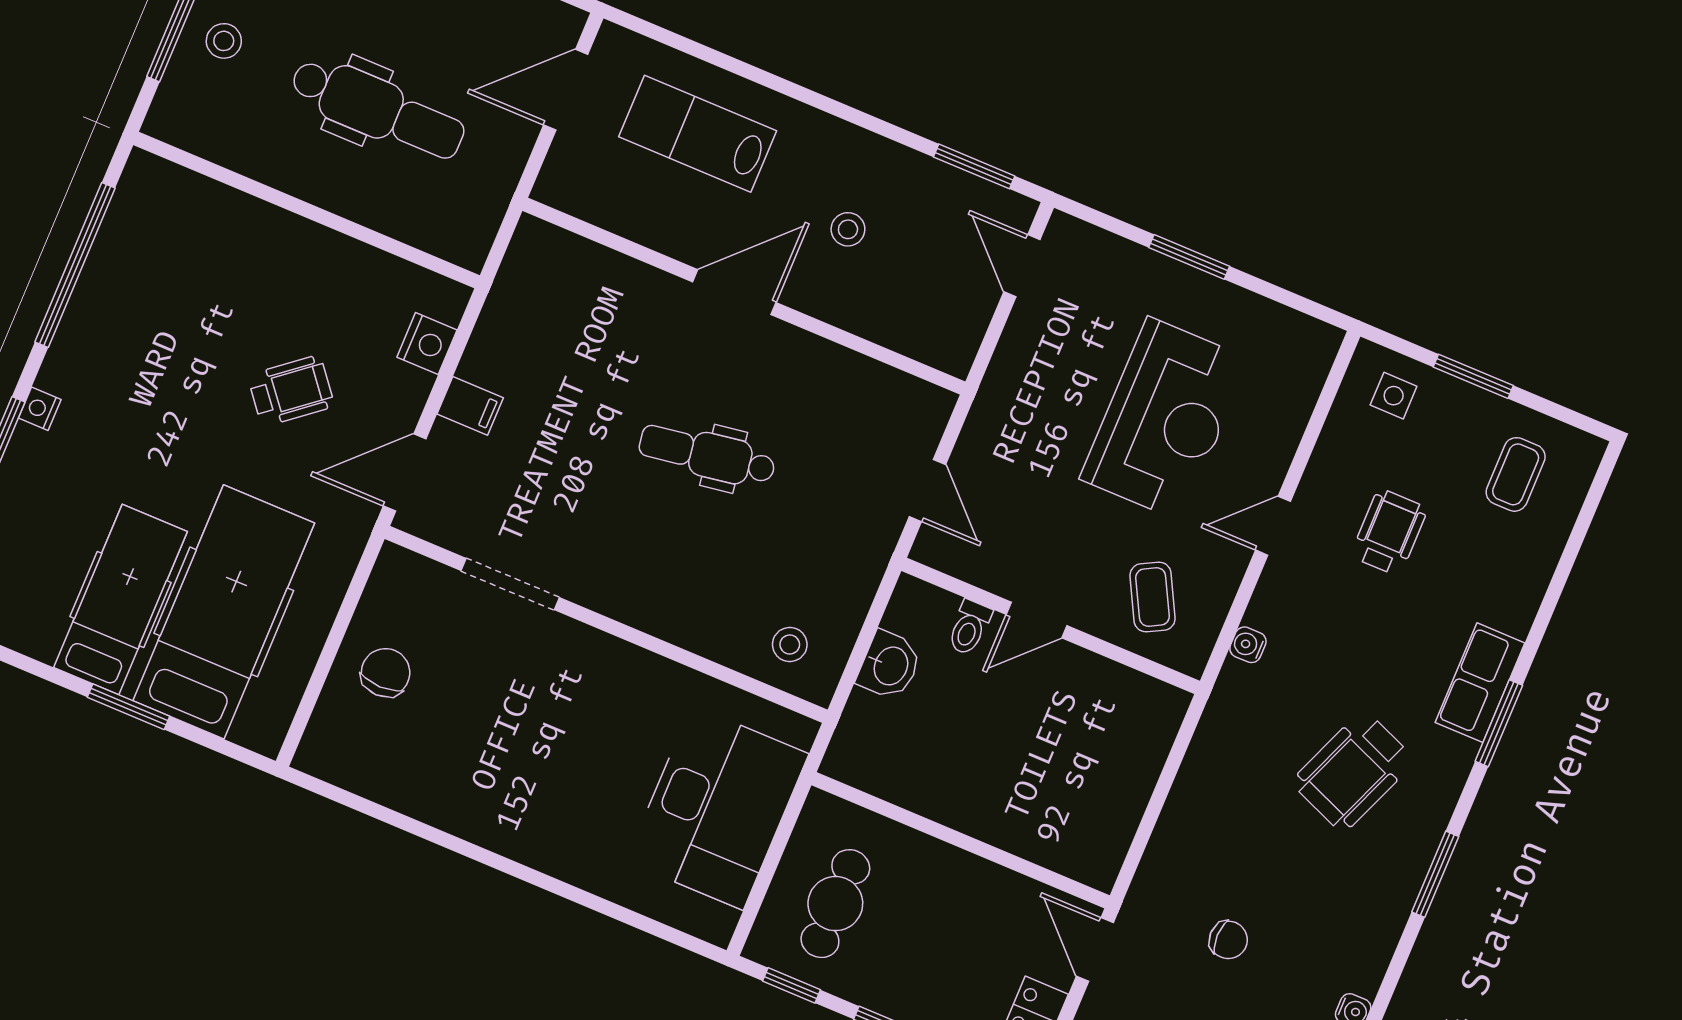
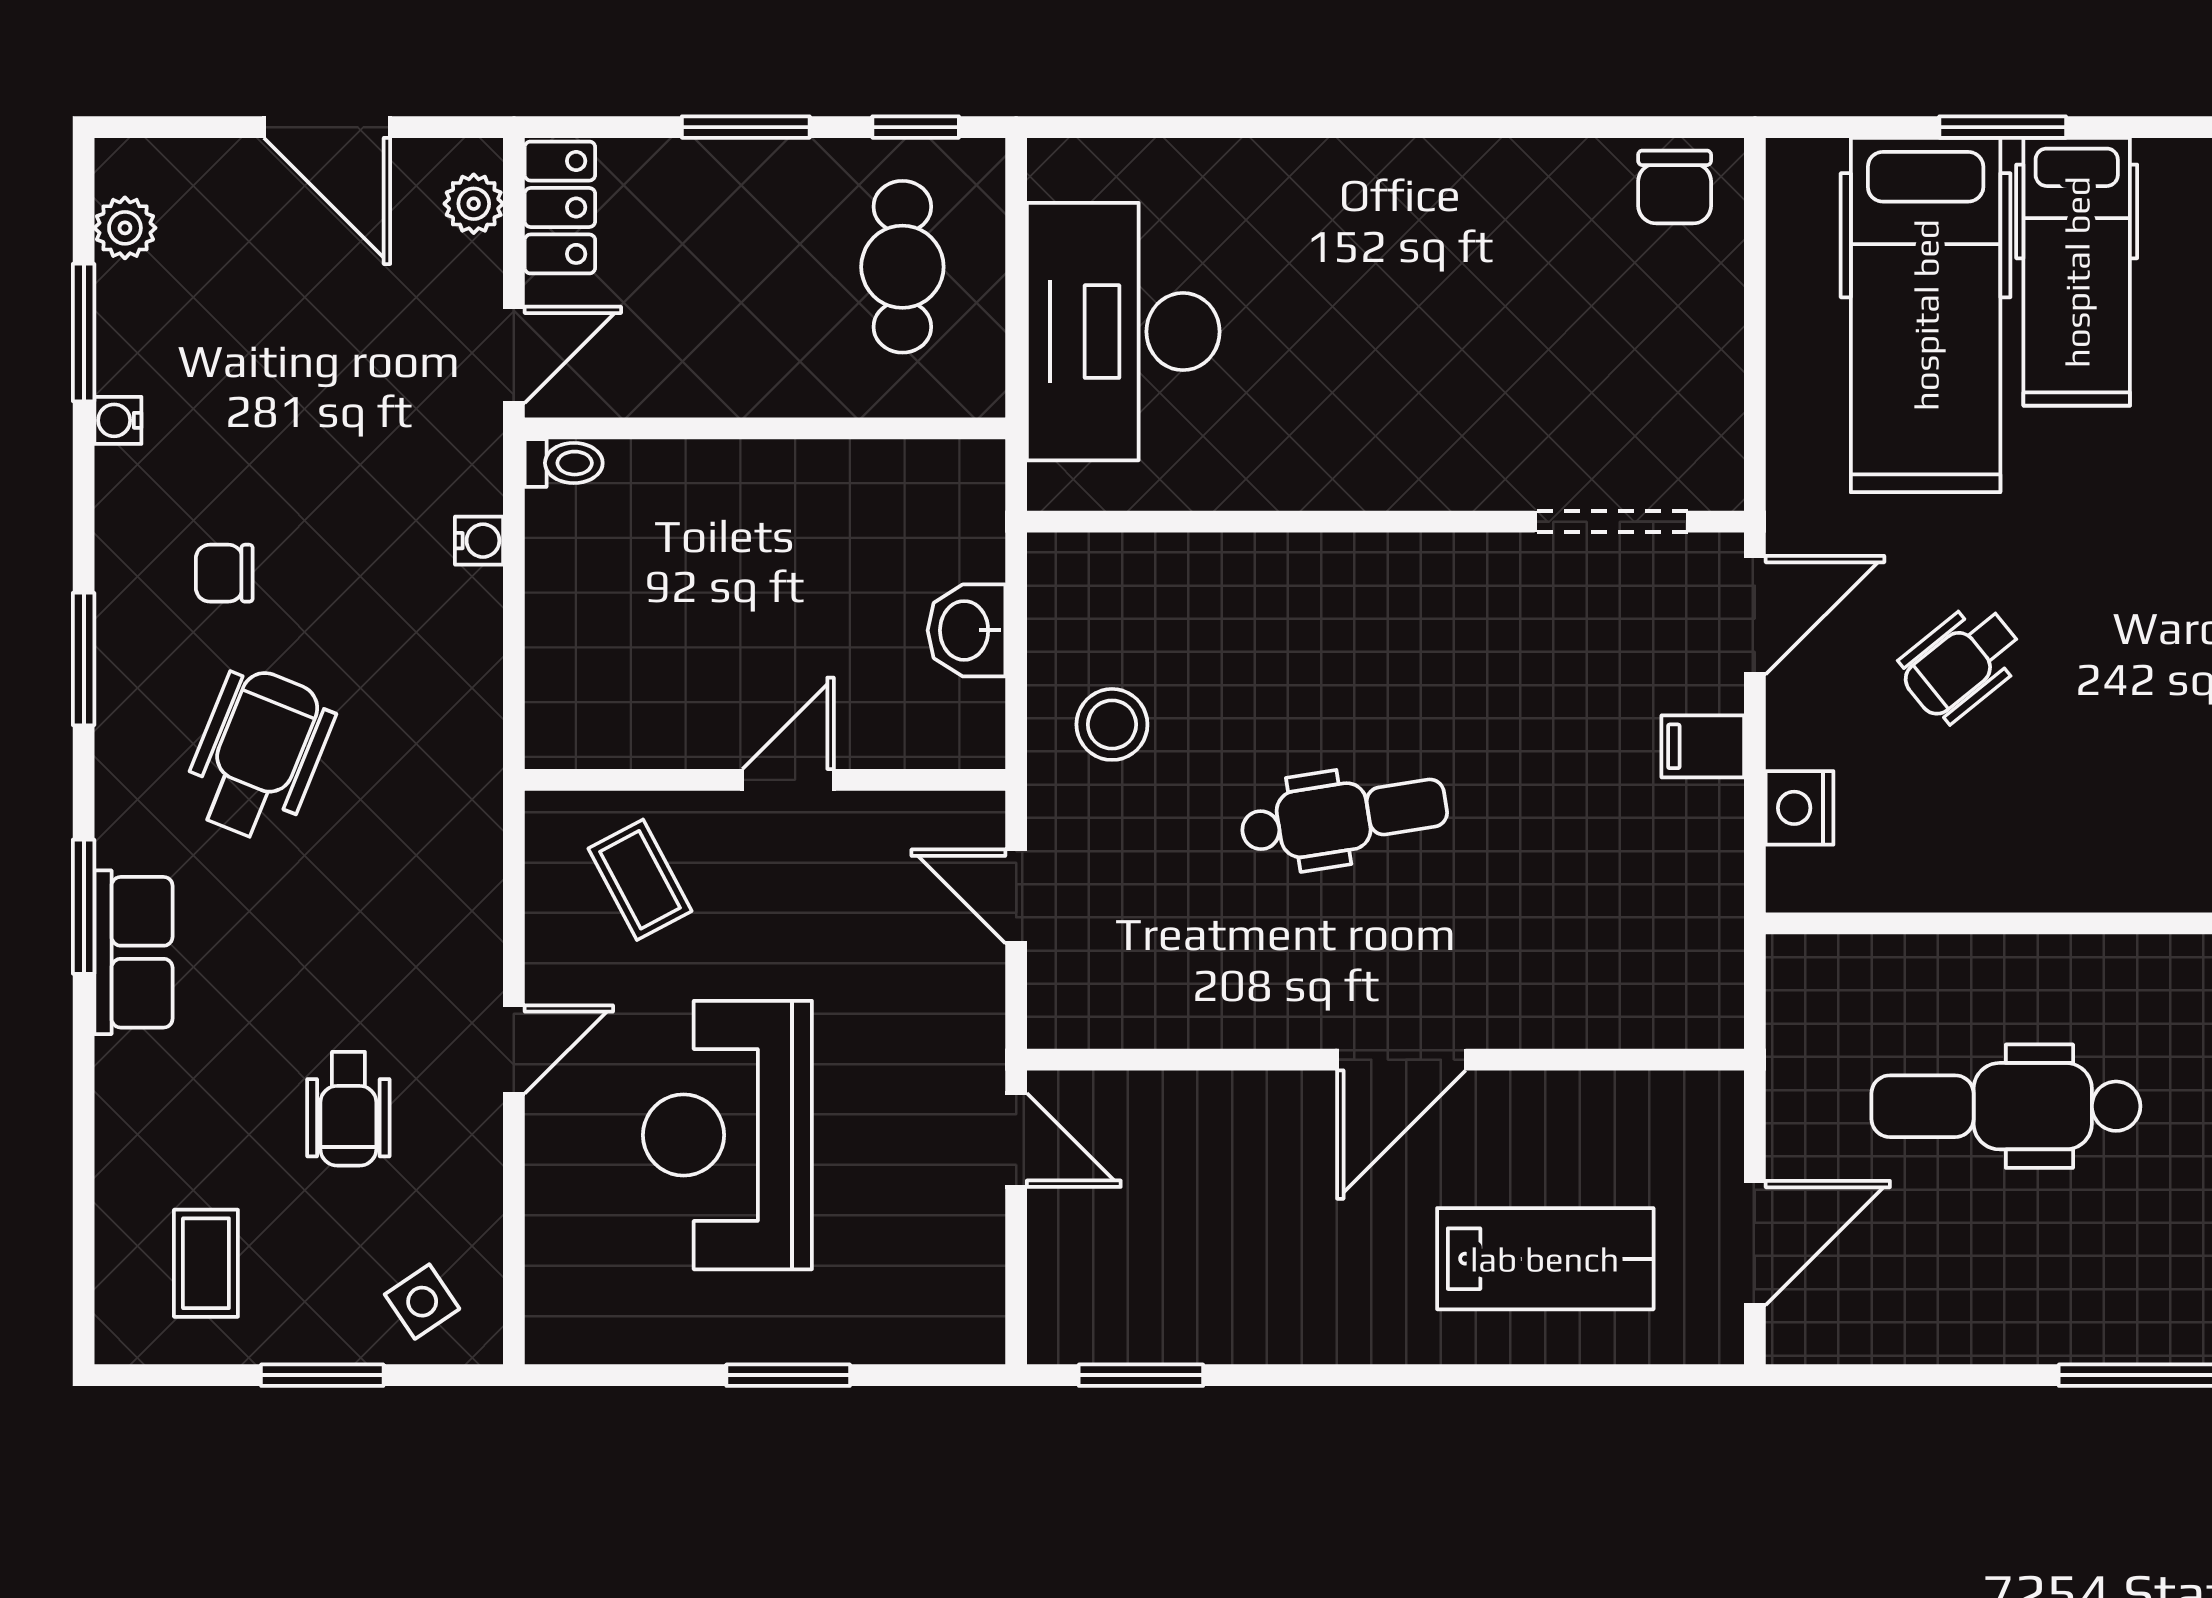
stool: (848, 229) -> (1280, 1214), removed
door: (1022, 266) -> (1016, 1140), moved
side table: (1394, 396) -> (422, 1302), turned -34
doorway: (510, 584) -> (1611, 522), moved
toilet: (969, 627) -> (564, 463), moved, turned 90
stool: (790, 644) -> (1112, 724), moved, width x1.37, depth x1.37
water cooler: (1248, 645) -> (479, 541), moved
chair: (386, 673) -> (1675, 187), moved
chair: (1228, 940) -> (224, 573), moved
door: (1095, 949) -> (514, 355), hinge flipped

